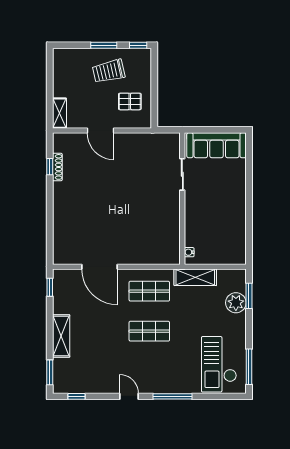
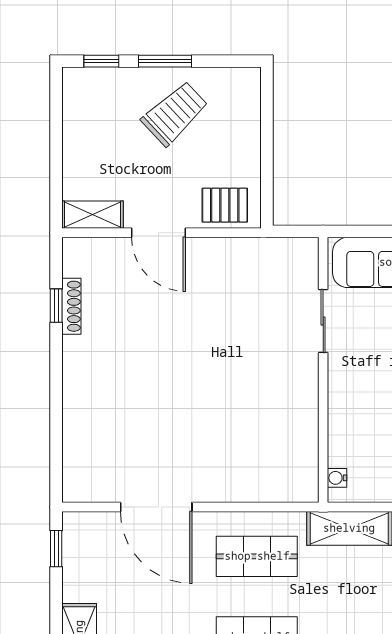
window: (138, 45) -> (101, 61), moved
trolley: (109, 71) -> (175, 113), turned 150
pallet: (130, 101) -> (225, 205), moved
shelving: (59, 113) -> (92, 215), moved, turned 90

